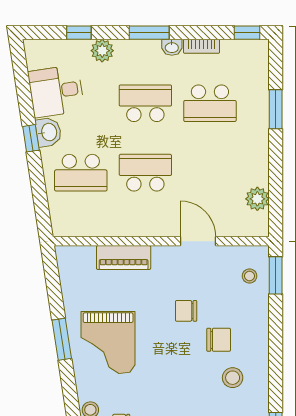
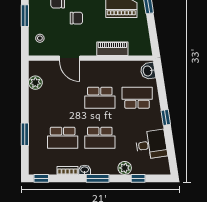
school desk: (210, 103) -> (63, 138), turned 180
washbasin: (48, 132) -> (148, 71), moved
window: (276, 275) -> (25, 16), moved

